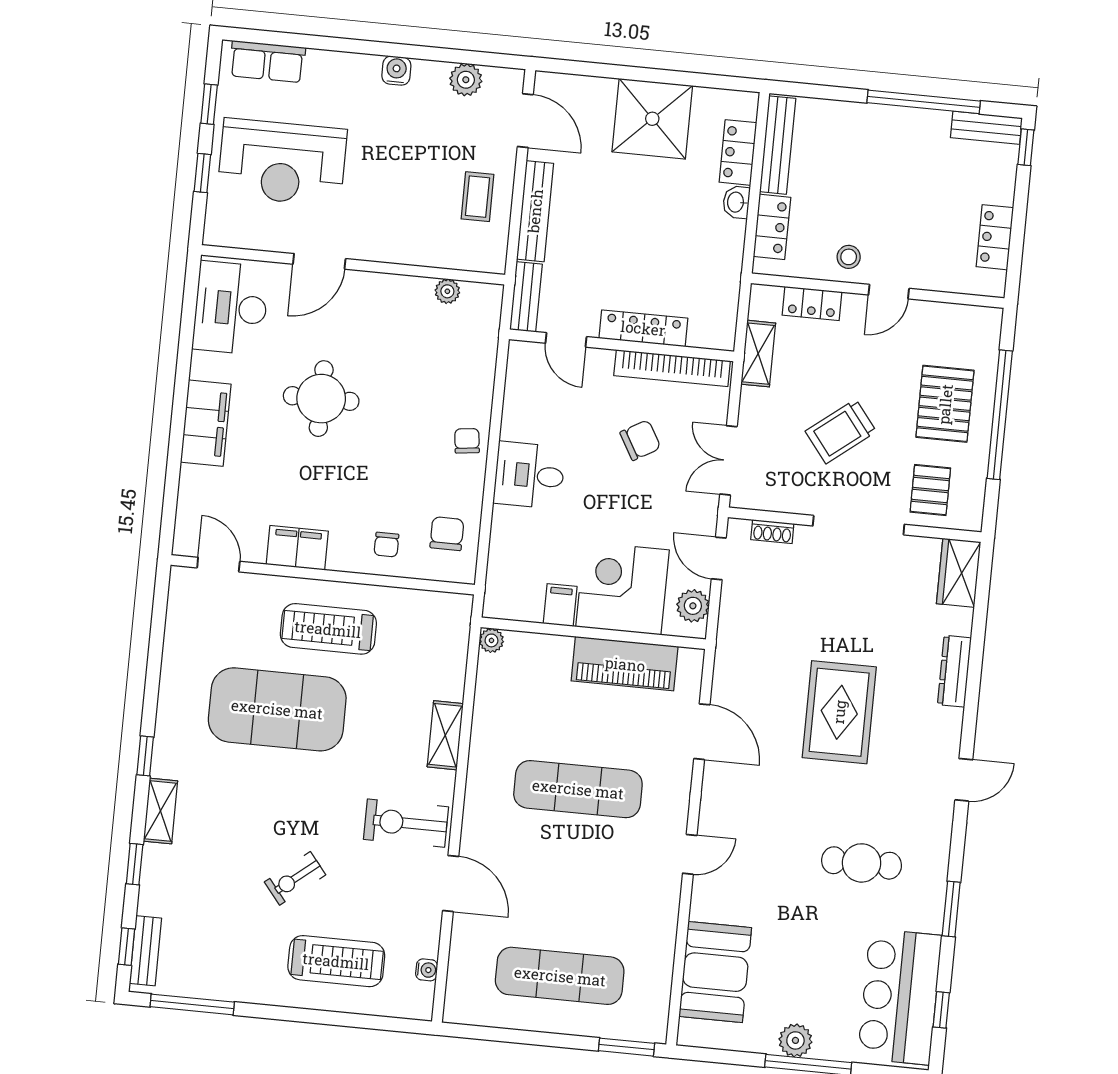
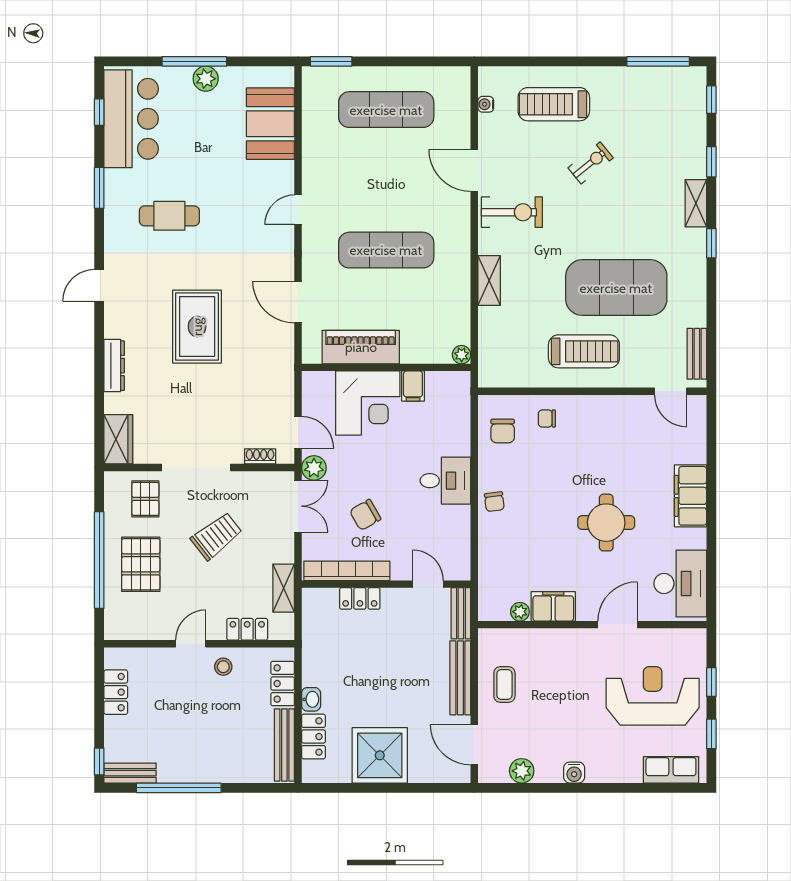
locker: (643, 328) -> (360, 598), width x0.66
chair: (386, 545) -> (547, 418), turned -90
filing cabinet: (297, 548) -> (553, 606), moved, turned 180
plant: (693, 606) -> (314, 468), moved
bench: (146, 951) -> (697, 354), moved

